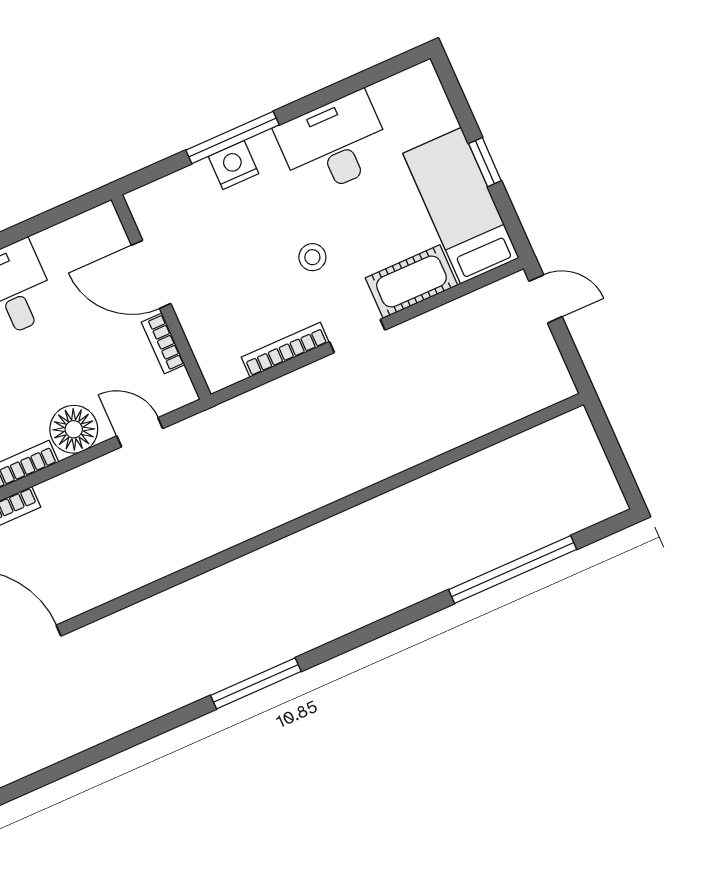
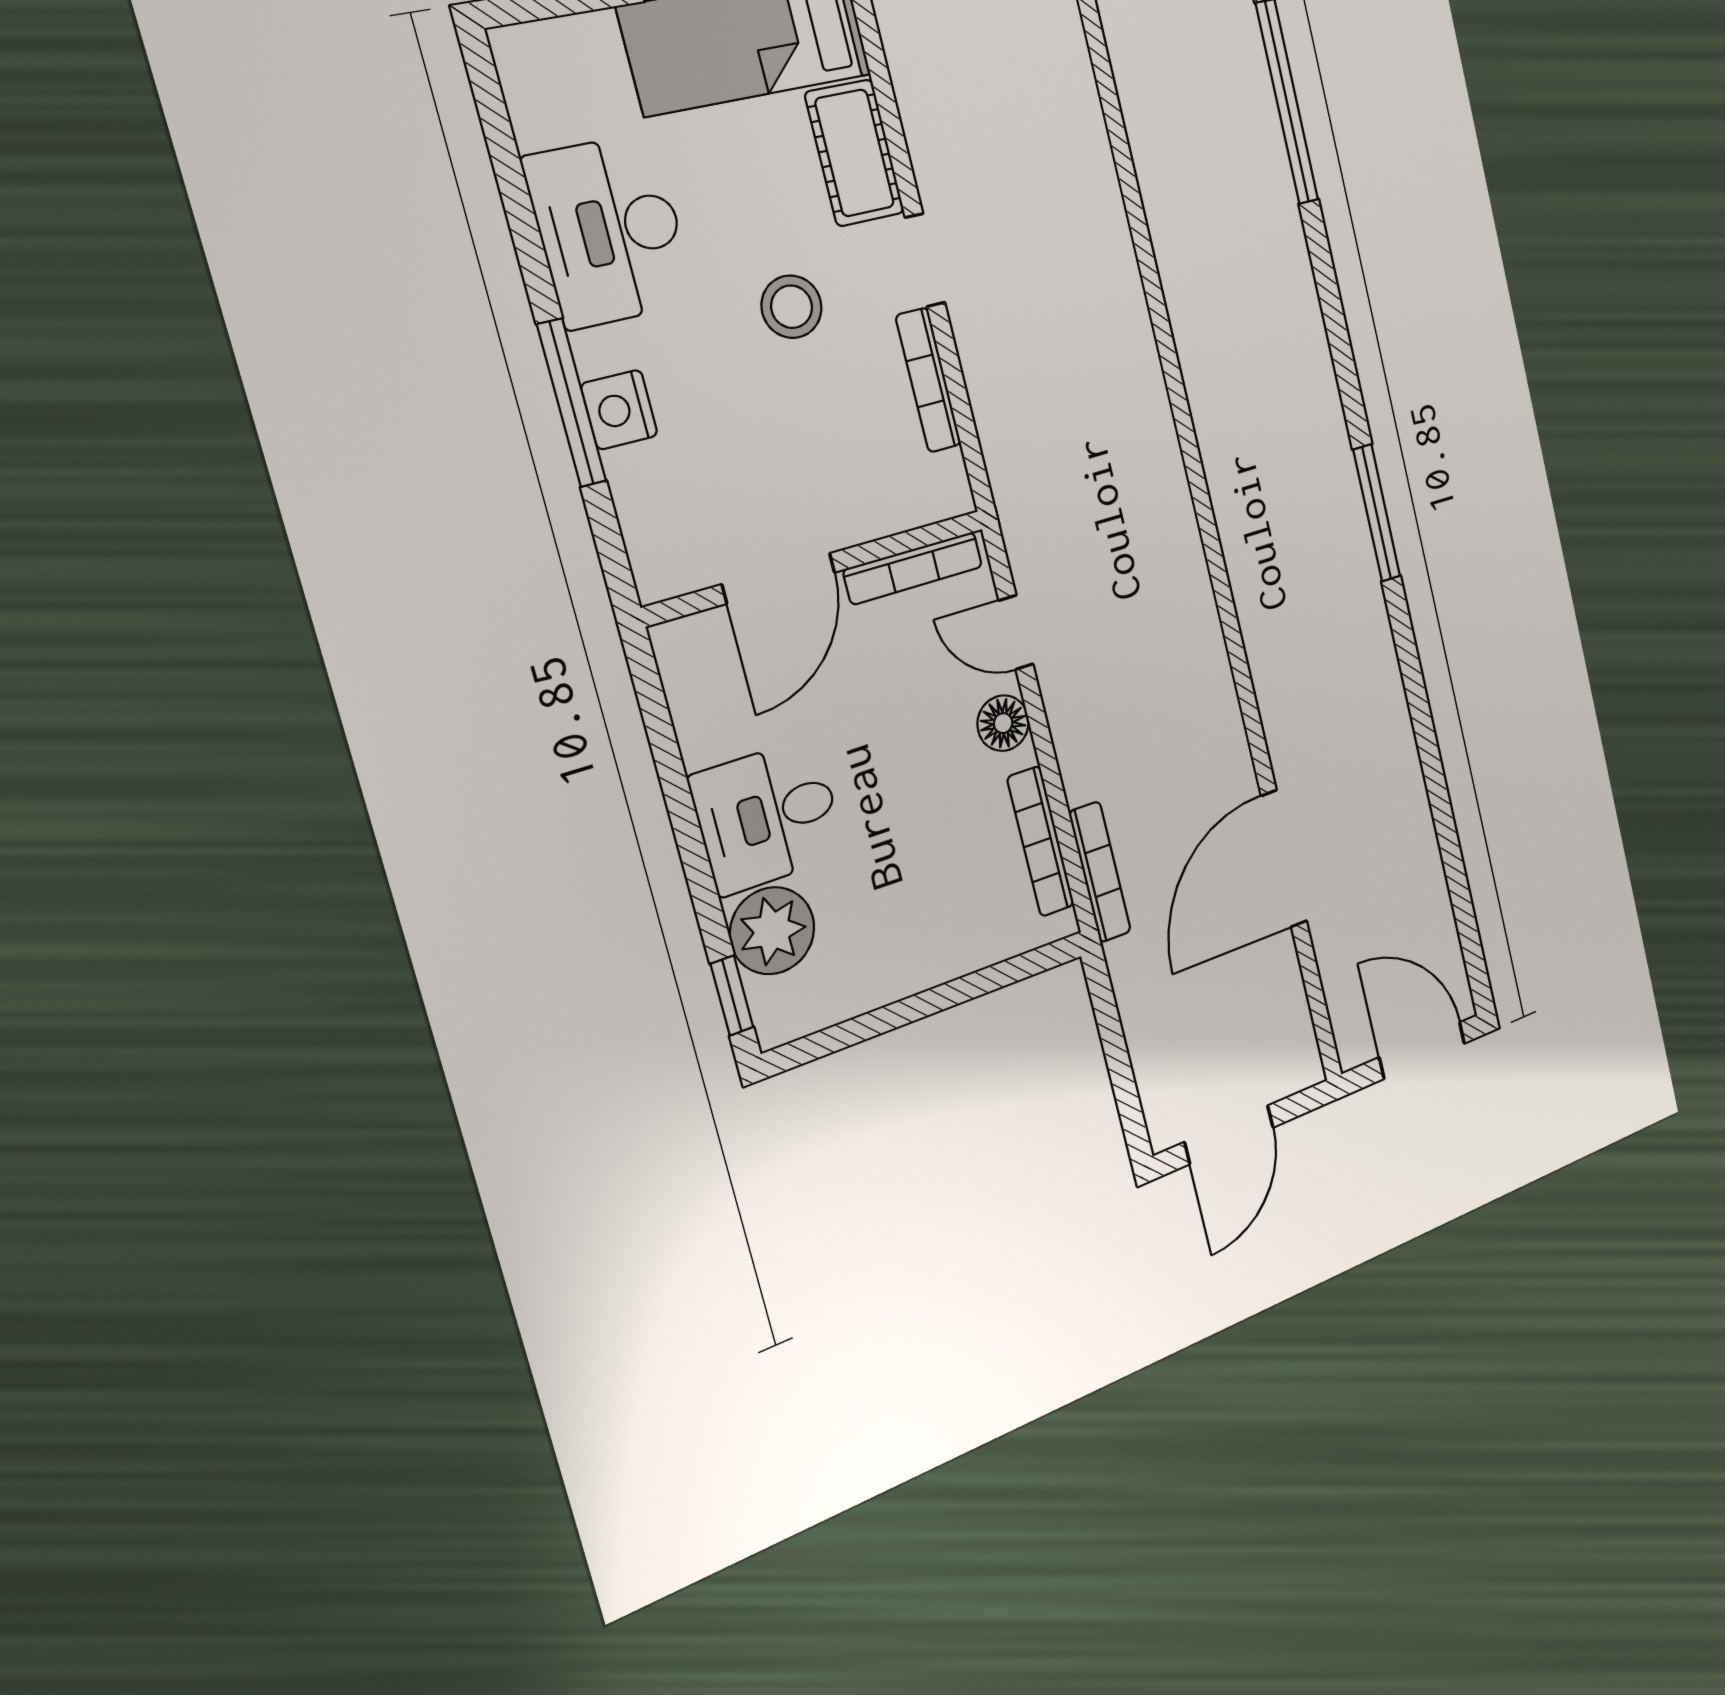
stool: (312, 257) -> (792, 307), width x1.37, depth x1.37
bookcase: (163, 343) -> (913, 568), width x1.56
floor lamp: (74, 429) -> (1003, 723), width x0.73, depth x0.73
door: (140, 432) -> (1016, 632), hinge flipped

